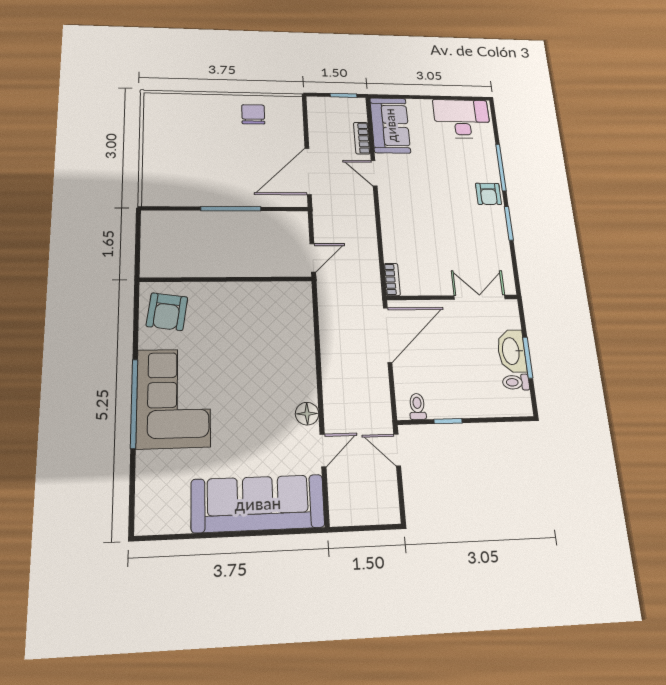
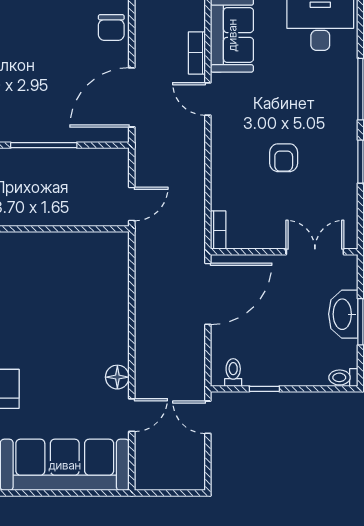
chair: (253, 114) -> (111, 28), moved, turned 180
armchair: (488, 194) -> (284, 158), moved
toilet: (516, 382) -> (343, 377), moved

